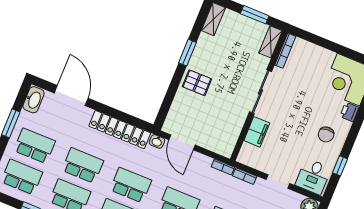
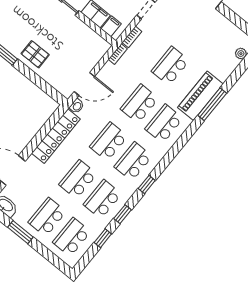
pallet: (197, 83) -> (35, 54), turned 90
filing cabinet: (249, 152) -> (111, 26), added

